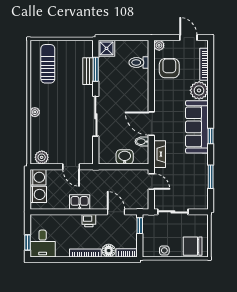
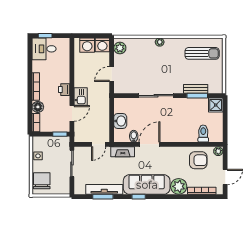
tv unit: (202, 175) -> (104, 189), added
kitchen sink: (80, 202) -> (81, 97), moved

